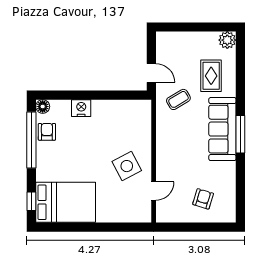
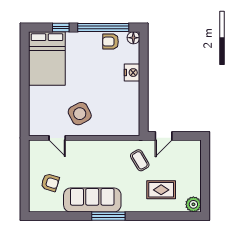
sofa: (222, 129) -> (92, 200), moved
armchair: (47, 132) -> (111, 42), turned 180
window: (31, 201) -> (61, 27), moved

